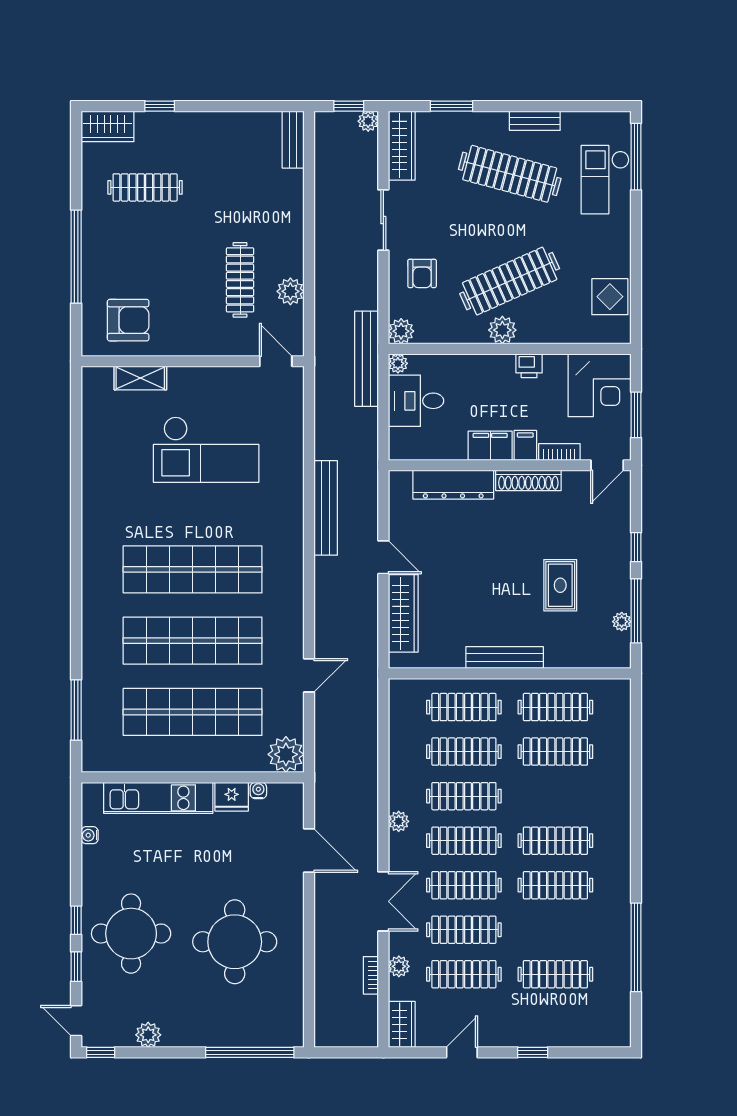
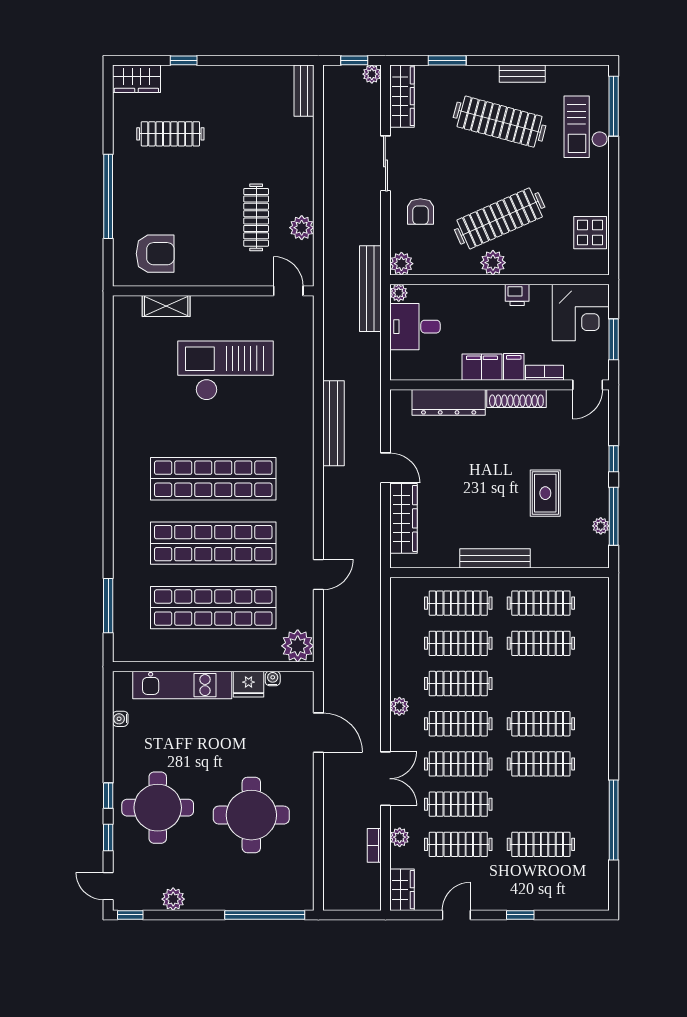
checkout: (206, 450) -> (226, 371), turned 180

